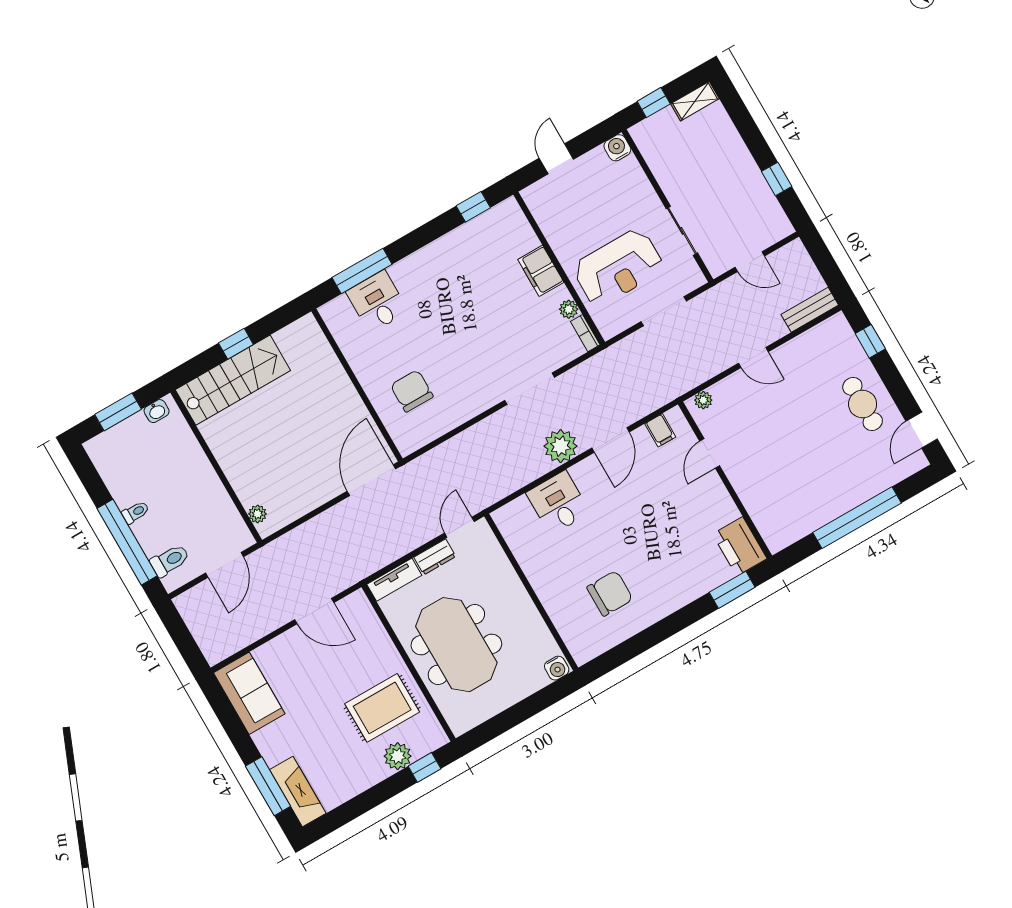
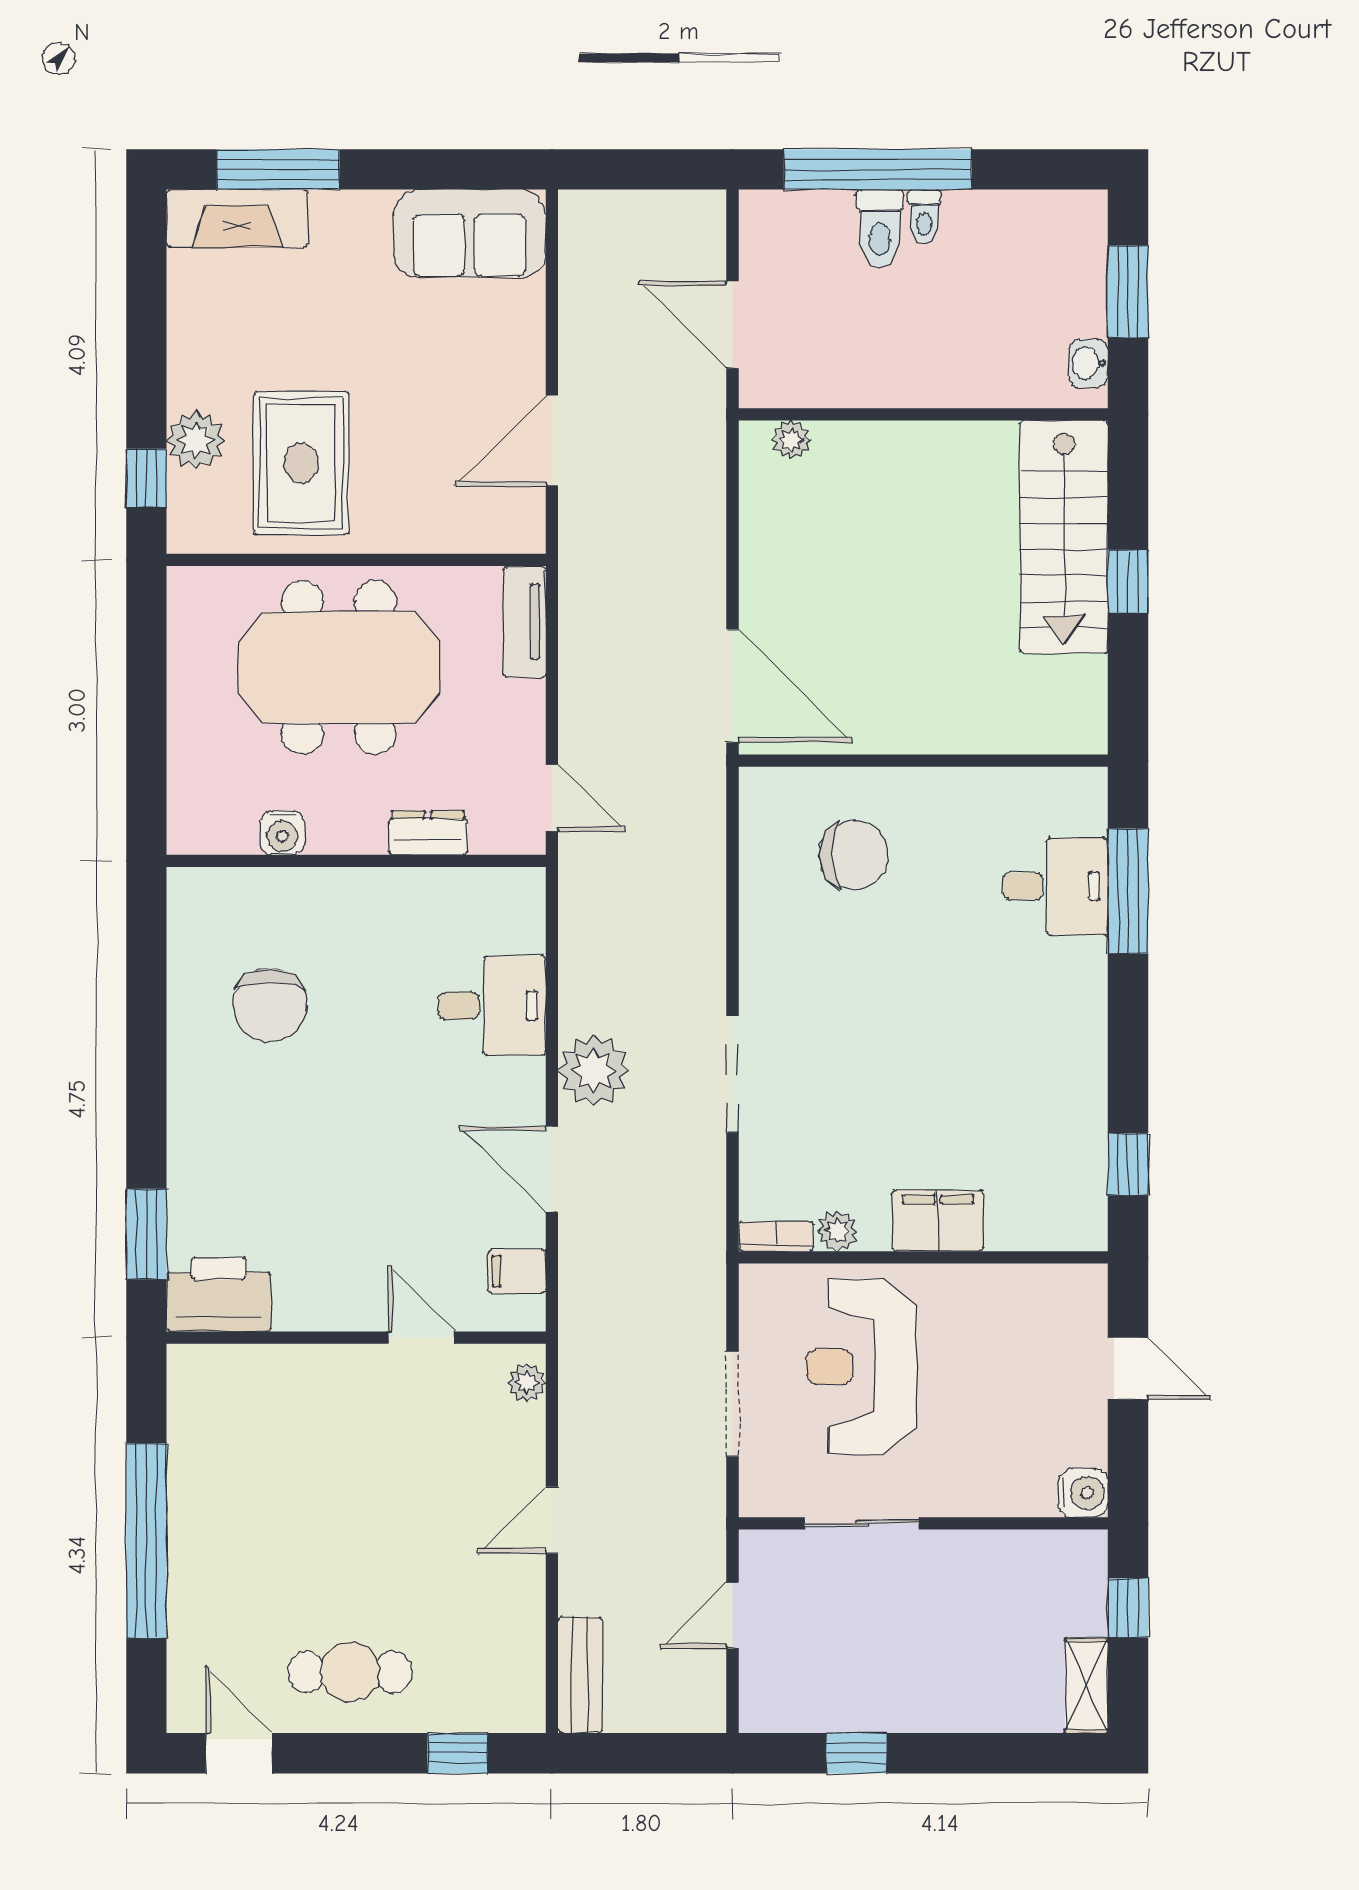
dresser: (435, 557) -> (428, 833), moved, turned 90
toilet: (170, 560) -> (880, 229), moved
water cooler: (557, 668) -> (282, 833), moved, turned -90

